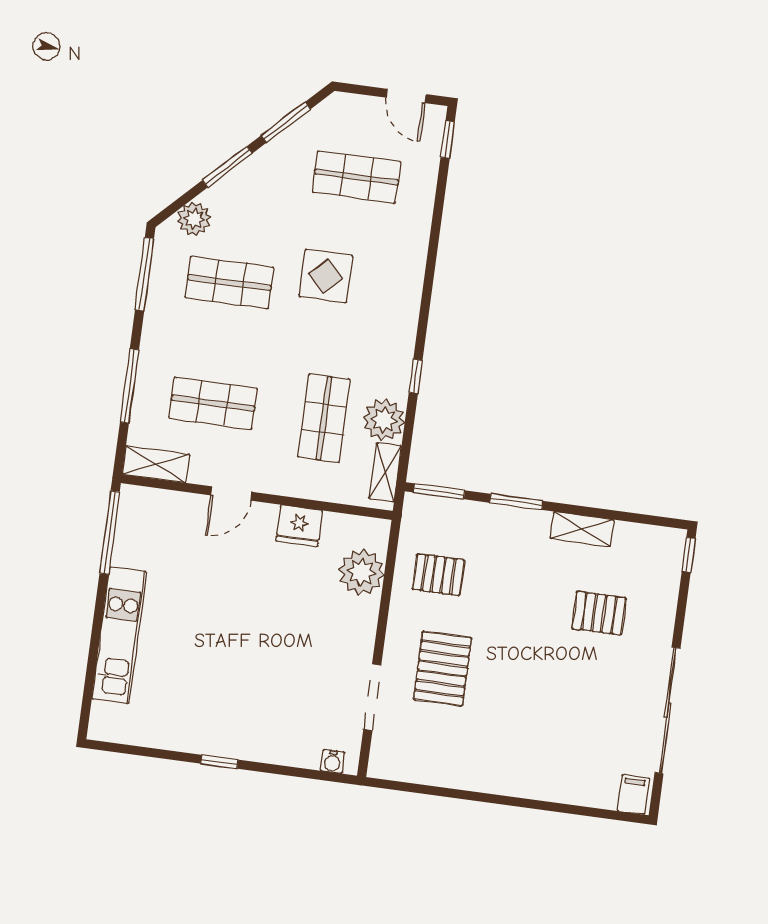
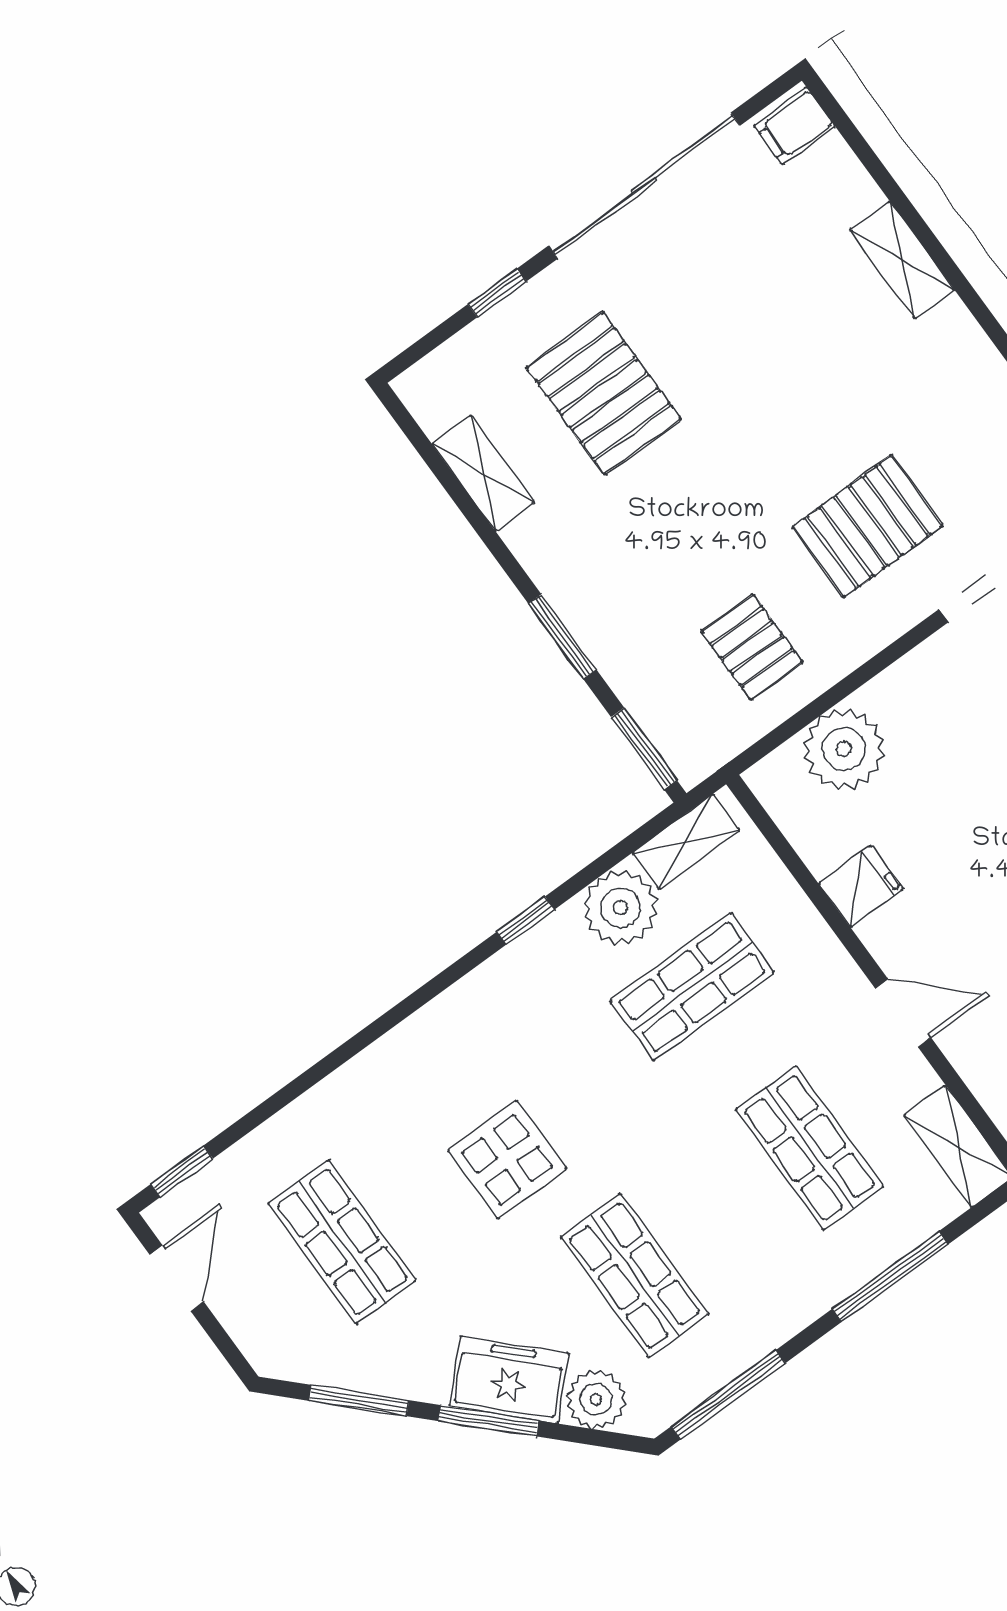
freezer: (236, 191) -> (509, 1380), added
fridge: (299, 526) -> (861, 886), width x0.72
shelving: (582, 529) -> (483, 473), moved
window: (689, 555) -> (497, 293), moved
pallet: (599, 613) -> (604, 393), width x1.50, depth x1.42
shelving: (537, 786) -> (902, 260), added

